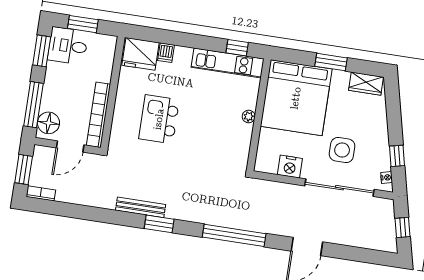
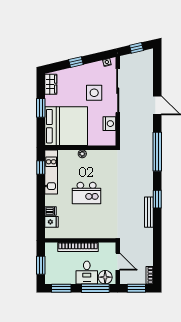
desk: (68, 46) -> (87, 273), moved
fridge: (140, 54) -> (52, 222), width x0.53, depth x0.75
bookcase: (98, 115) -> (78, 247), moved
kitchen island: (159, 119) -> (87, 193), moved
window: (397, 156) -> (76, 62), moved

